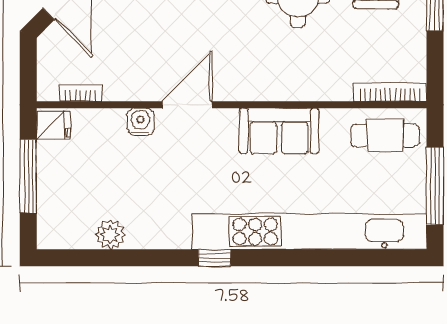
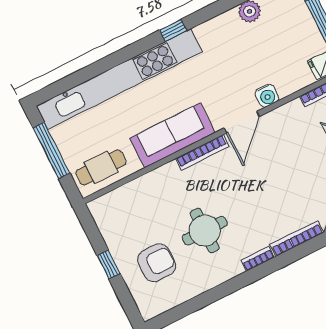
bookcase: (390, 92) -> (202, 153), moved
sofa: (279, 131) -> (172, 135), width x1.36

